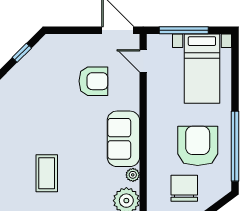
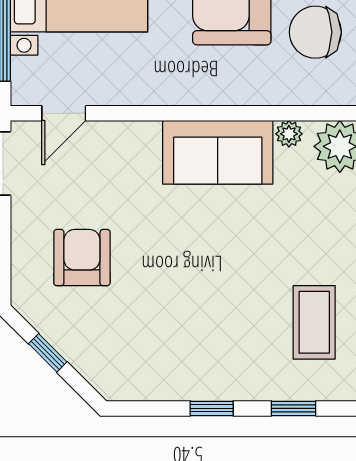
armchair: (93, 81) -> (82, 258), moved
coffee table: (47, 173) -> (314, 322), moved, turned 90

